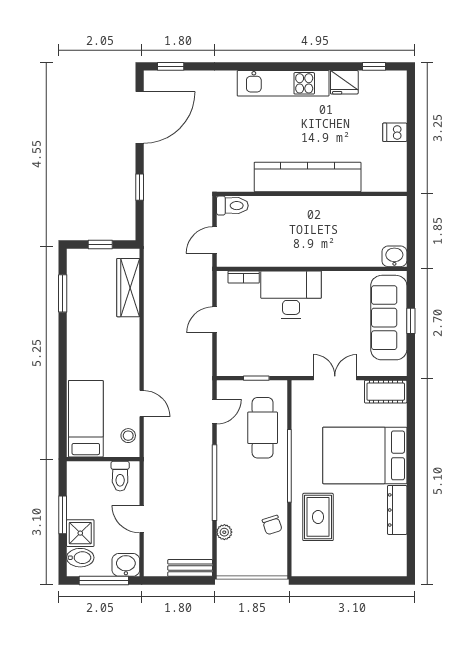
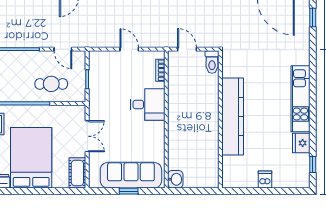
desk: (291, 295) -> (148, 104), width x0.73
cafe table: (263, 428) -> (51, 84), width x0.73, depth x0.74

